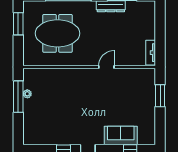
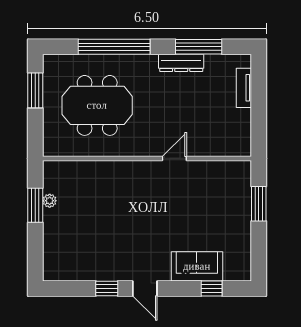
tv unit: (151, 53) -> (244, 88), moved
window: (18, 97) -> (35, 205), width x0.69

